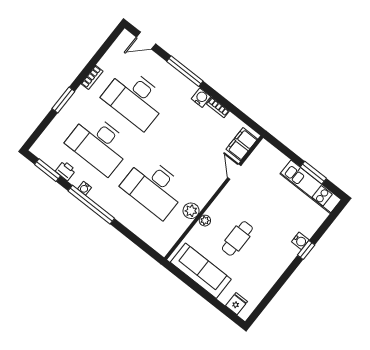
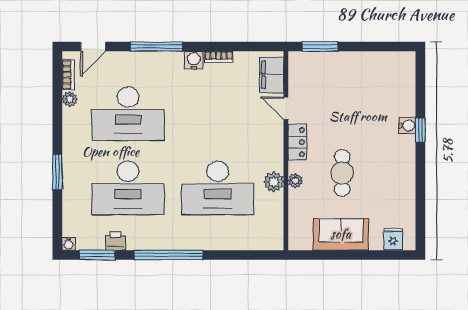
plant: (106, 61) -> (70, 99), added
bookcase: (92, 77) -> (68, 75), moved
window: (313, 173) -> (320, 47), moved
kitchen unit: (311, 187) -> (375, 63), removed
water cooler: (85, 188) -> (69, 244), moved
locker: (225, 198) -> (297, 142), added
sofa: (201, 271) -> (341, 234), width x0.73

